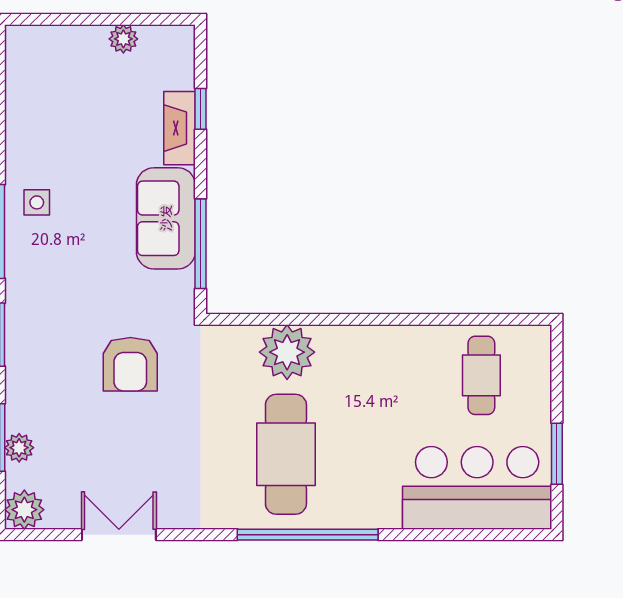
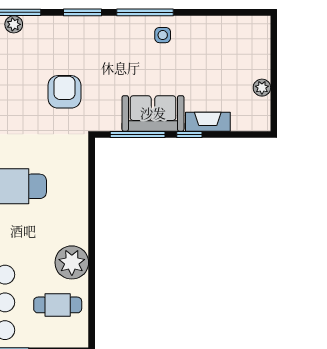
window: (201, 109) -> (189, 134), moved
plant: (287, 352) -> (72, 262), moved
armchair: (130, 364) -> (64, 92), turned 90

